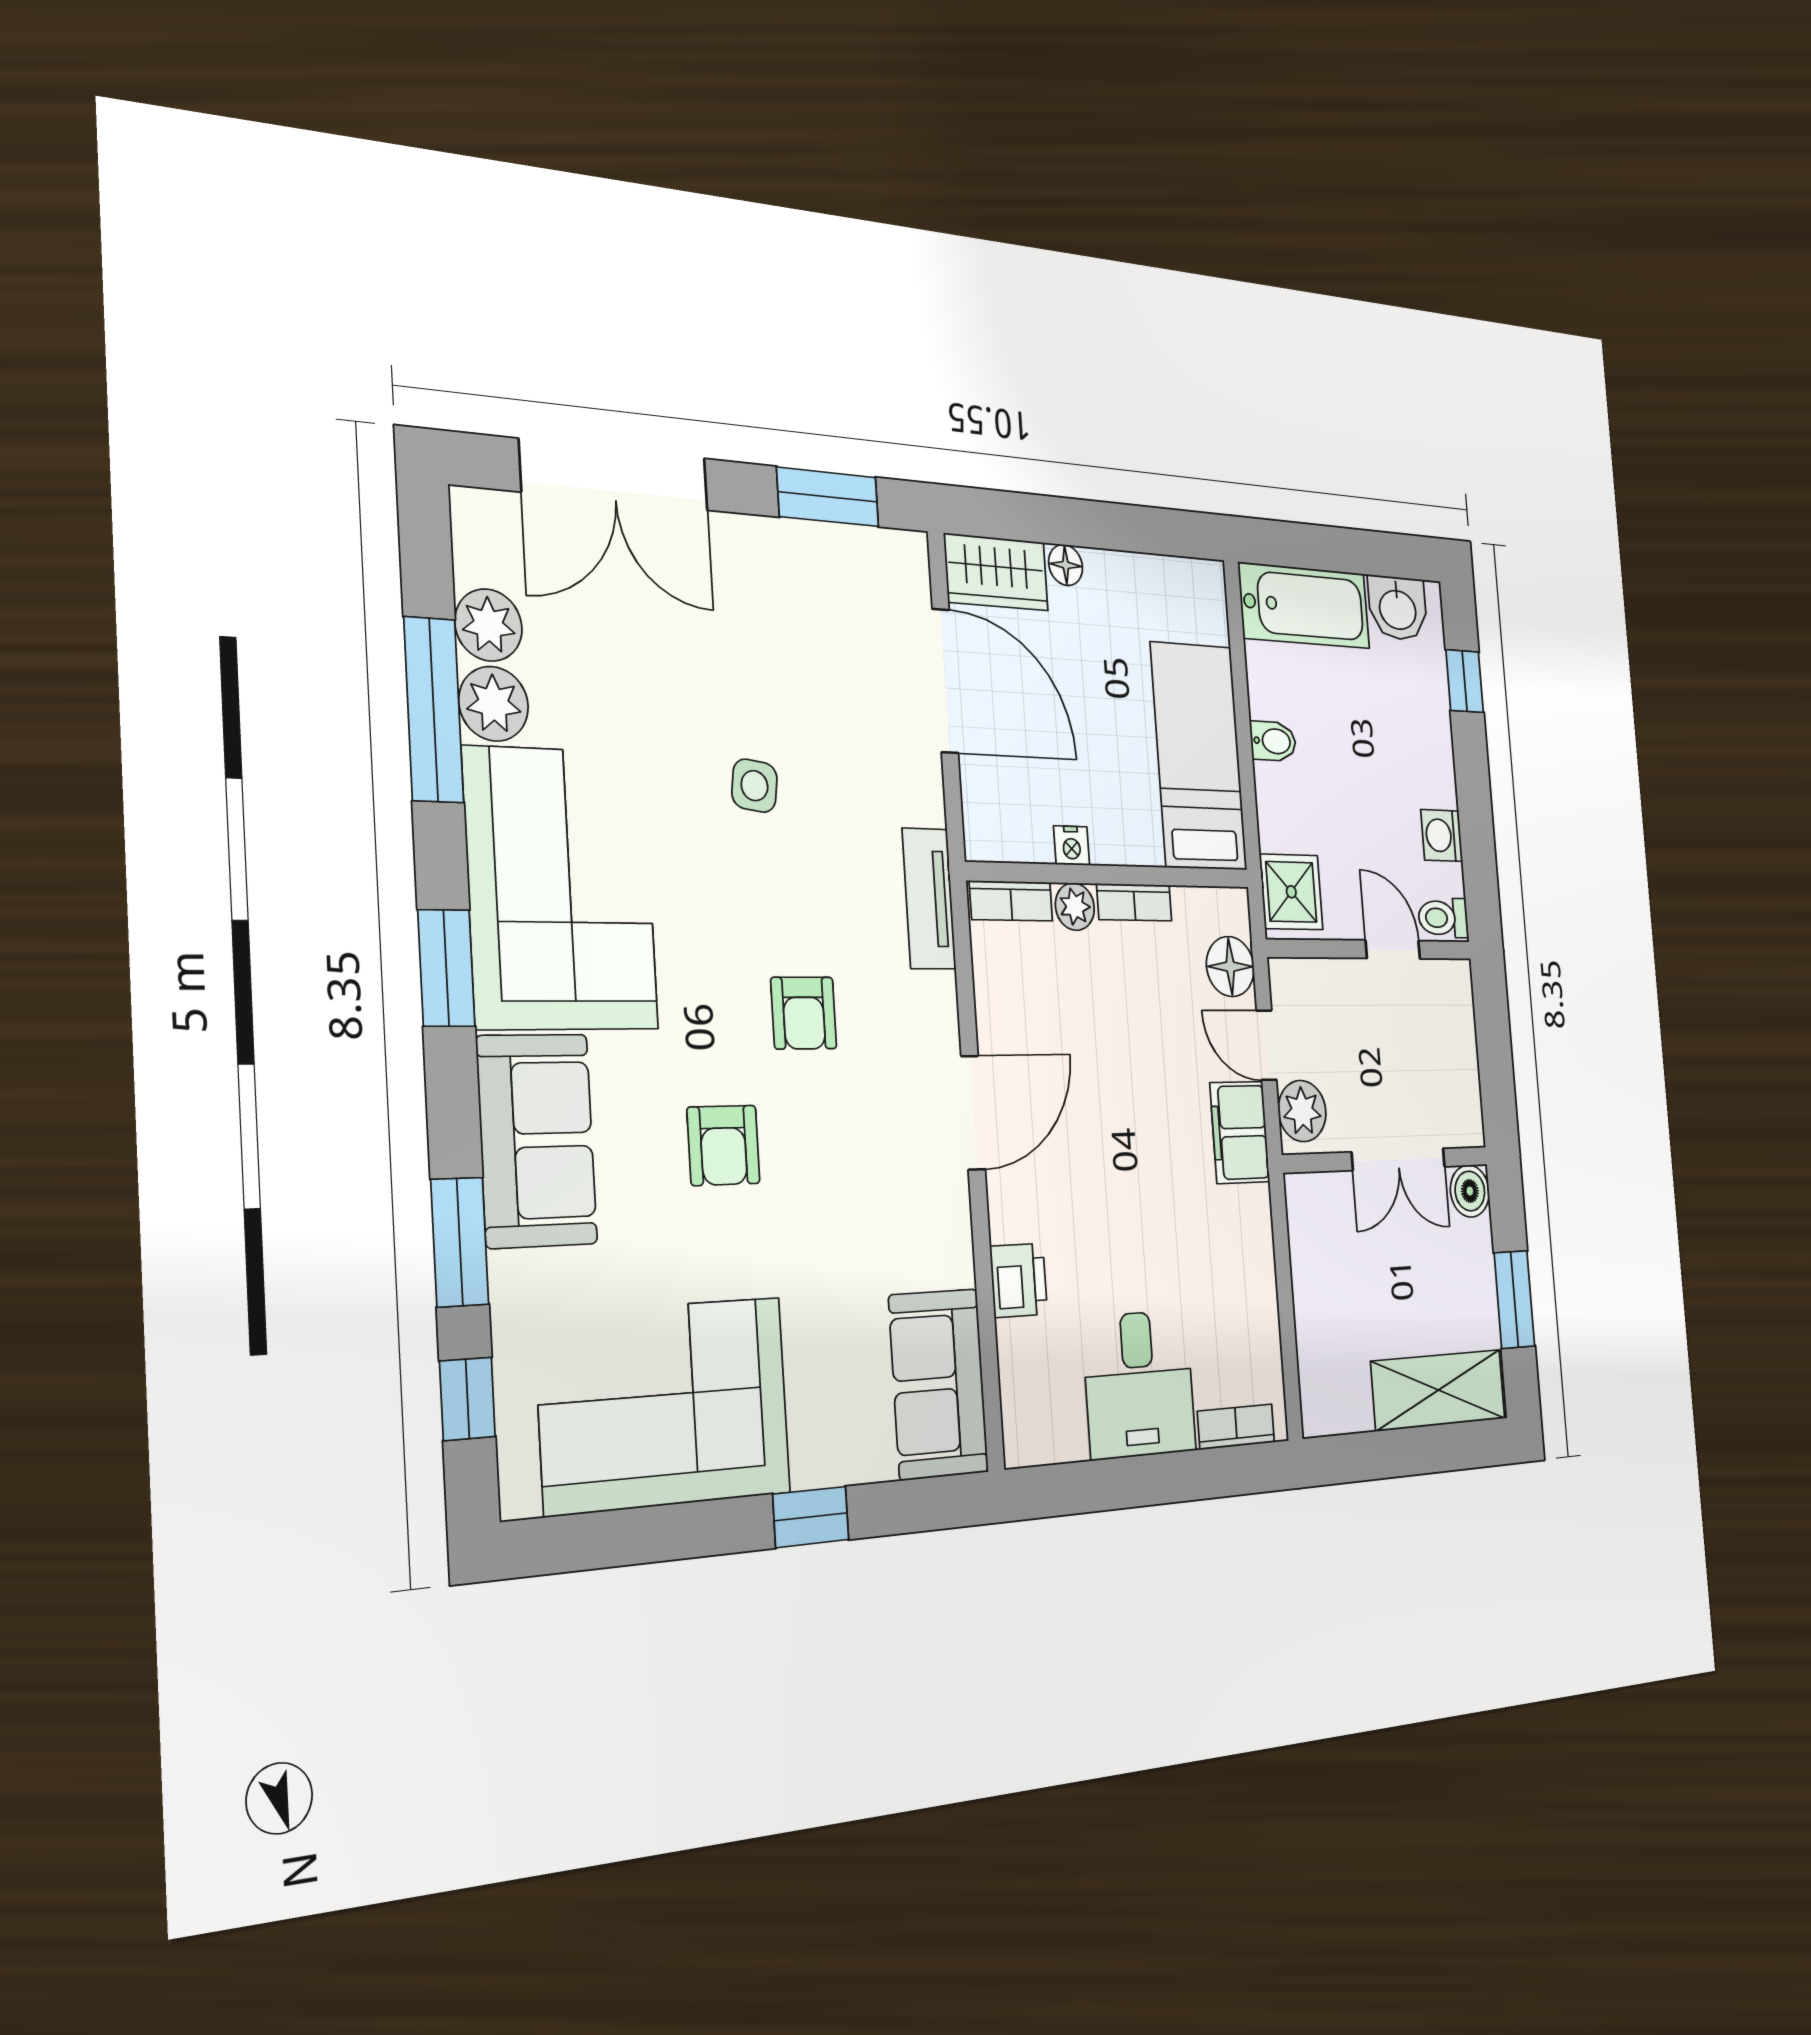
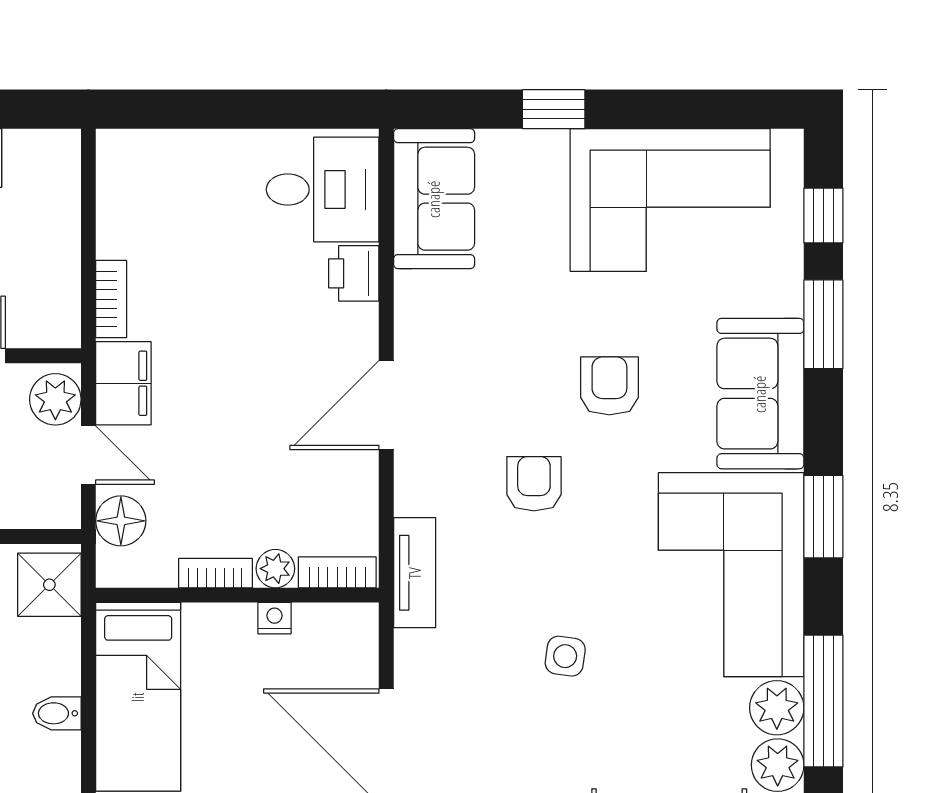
desk: (1139, 1384) -> (323, 190), moved, turned 90
bookcase: (1236, 1427) -> (111, 299), moved, turned -90

